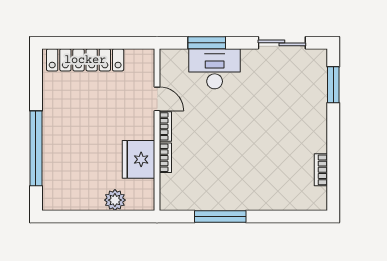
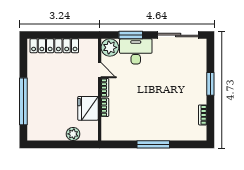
sliding door: (282, 43) -> (178, 35), width x1.37
plant: (173, 63) -> (110, 47), added
window: (333, 85) -> (210, 84), moved
window: (220, 217) -> (153, 144), moved

